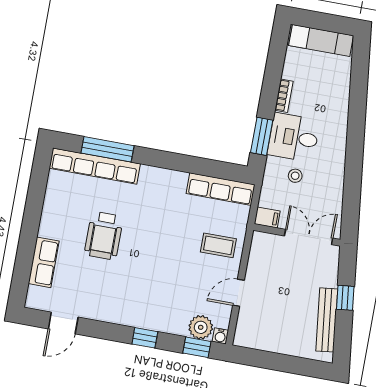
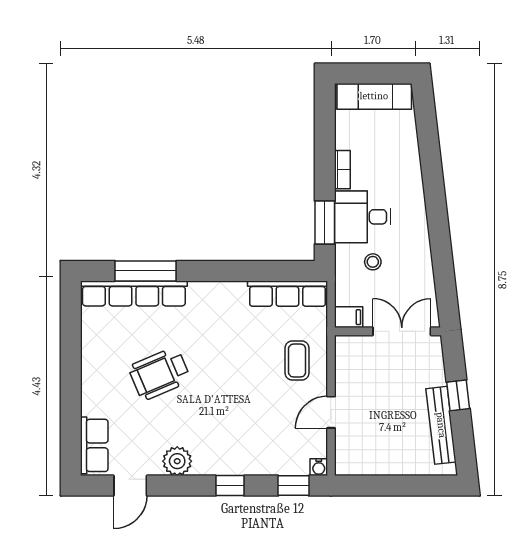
wheelchair: (104, 236) -> (160, 374), turned 67
coffee table: (218, 245) -> (297, 361), turned 90
row of seats: (44, 262) -> (94, 445), moved
plant: (201, 327) -> (177, 461), moved

